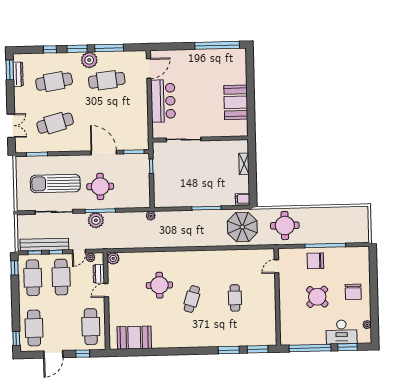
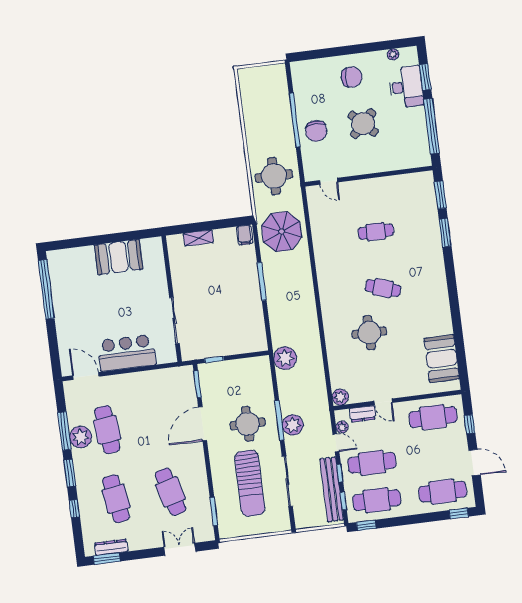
plant: (89, 60) -> (81, 437), moved
plant: (151, 216) -> (285, 358), width x1.87, depth x1.87

